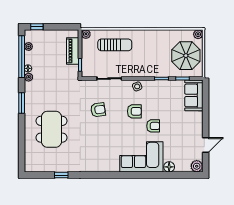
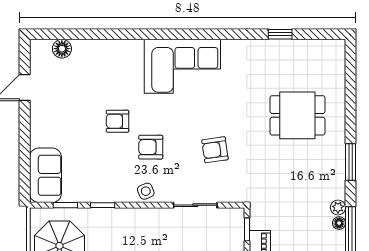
dining table: (51, 129) -> (297, 115), width x0.73
corner sofa: (141, 157) -> (182, 66), moved
plant: (197, 166) -> (40, 50), removed
floor lamp: (169, 167) -> (62, 49), moved

